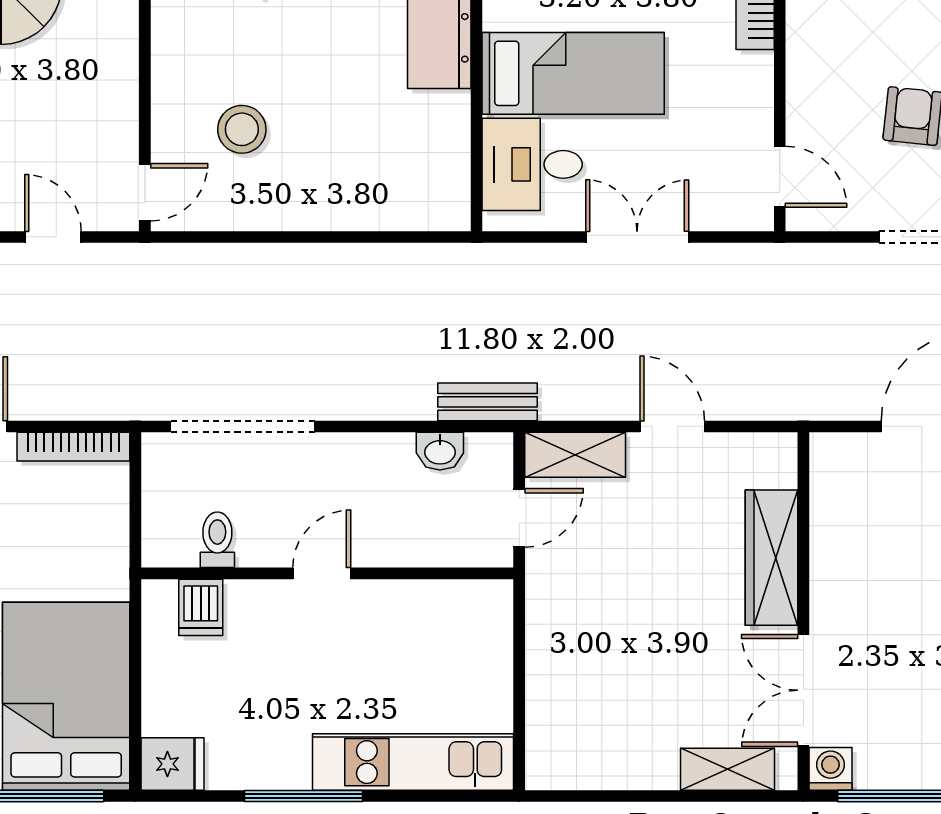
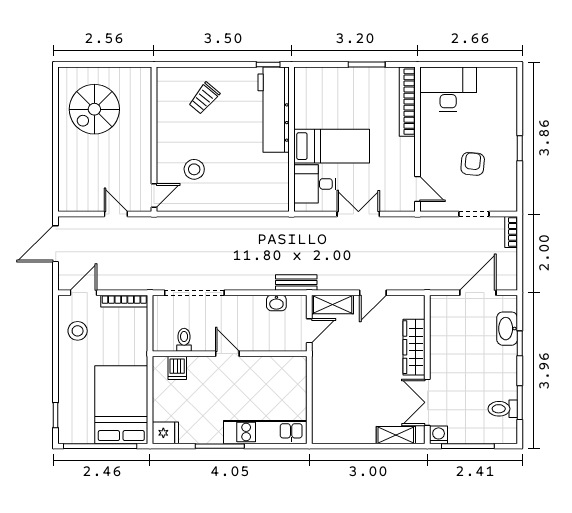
door: (672, 426) -> (373, 293), swing flipped
door: (322, 573) -> (227, 354), hinge flipped

